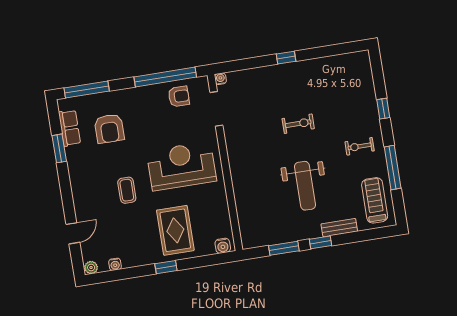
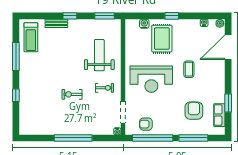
window: (286, 58) -> (73, 138), width x3.17
window: (87, 90) -> (193, 138), moved
exercise bike: (360, 146) -> (105, 88), moved
weight bench: (305, 186) -> (99, 55), moved
door: (73, 233) -> (228, 47), width x1.88
water cooler: (223, 246) -> (144, 24), moved
window: (284, 248) -> (104, 16), moved

